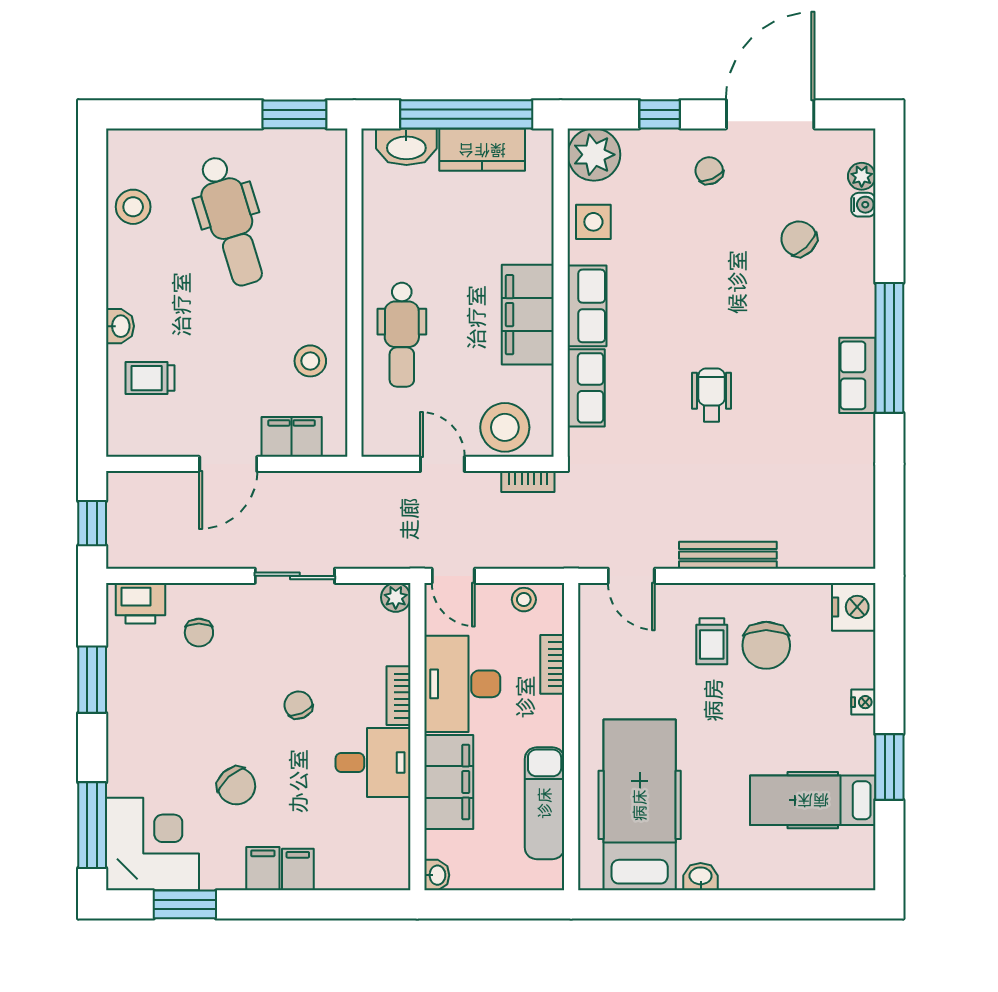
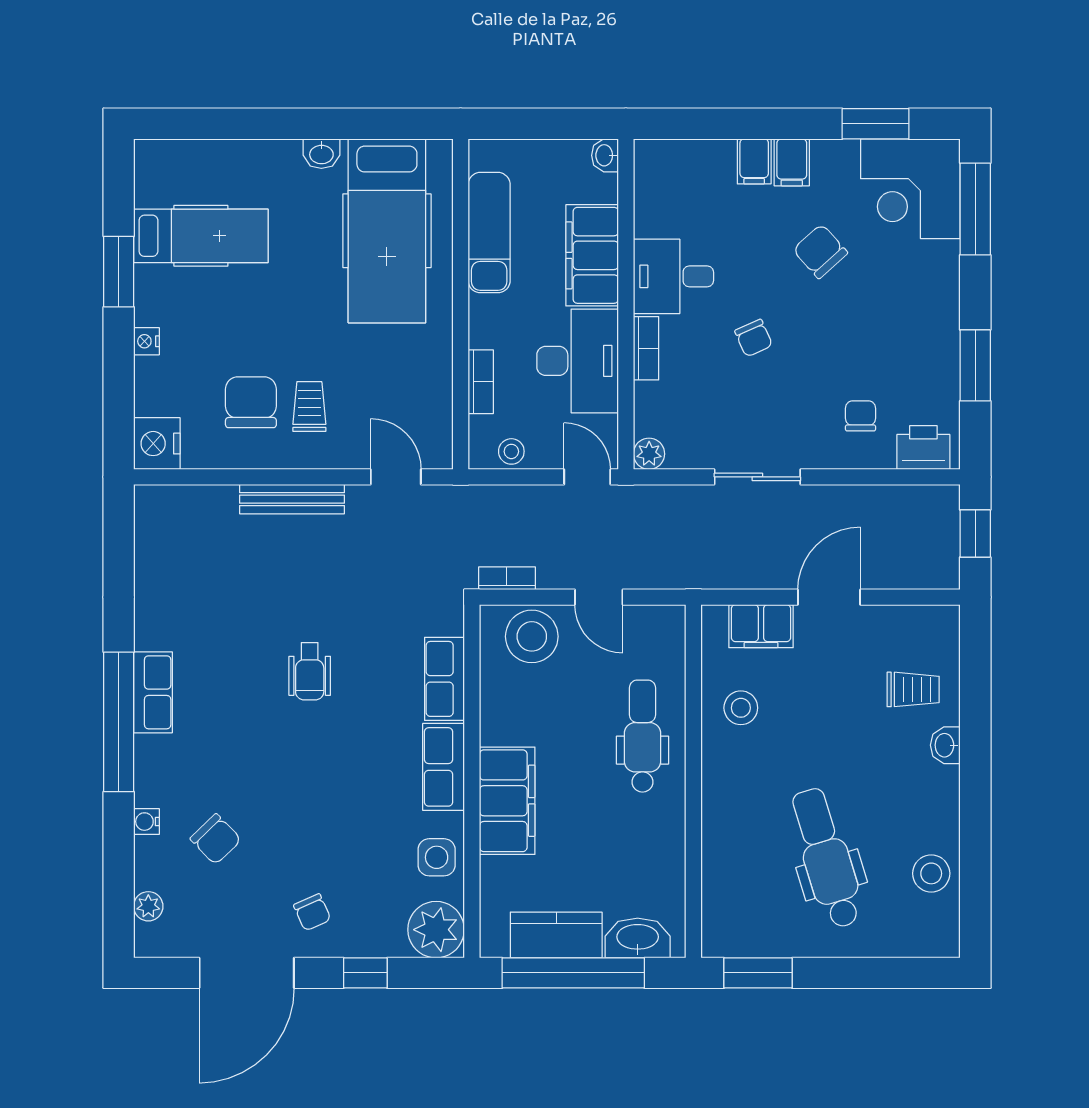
water cooler: (863, 205) -> (147, 822), moved
filing cabinet: (528, 315) -> (507, 801), moved

